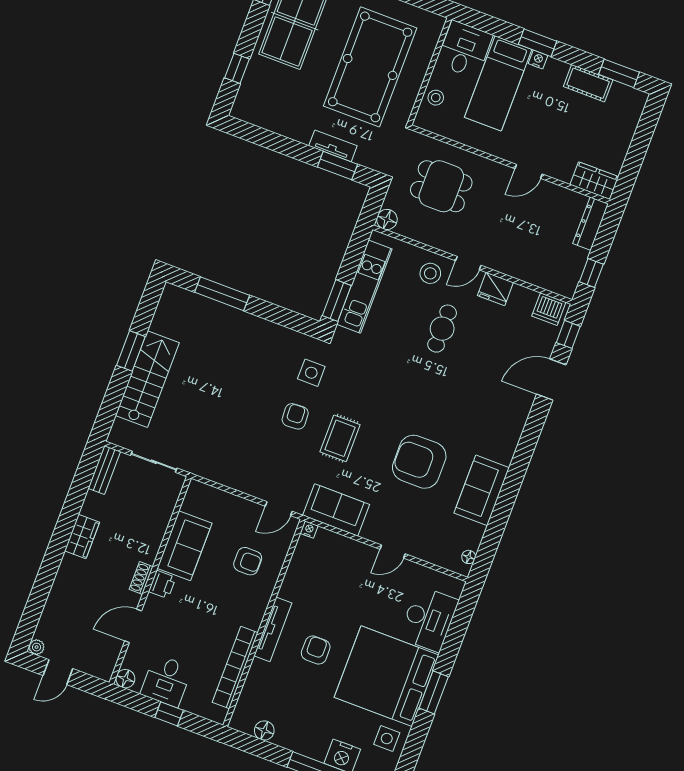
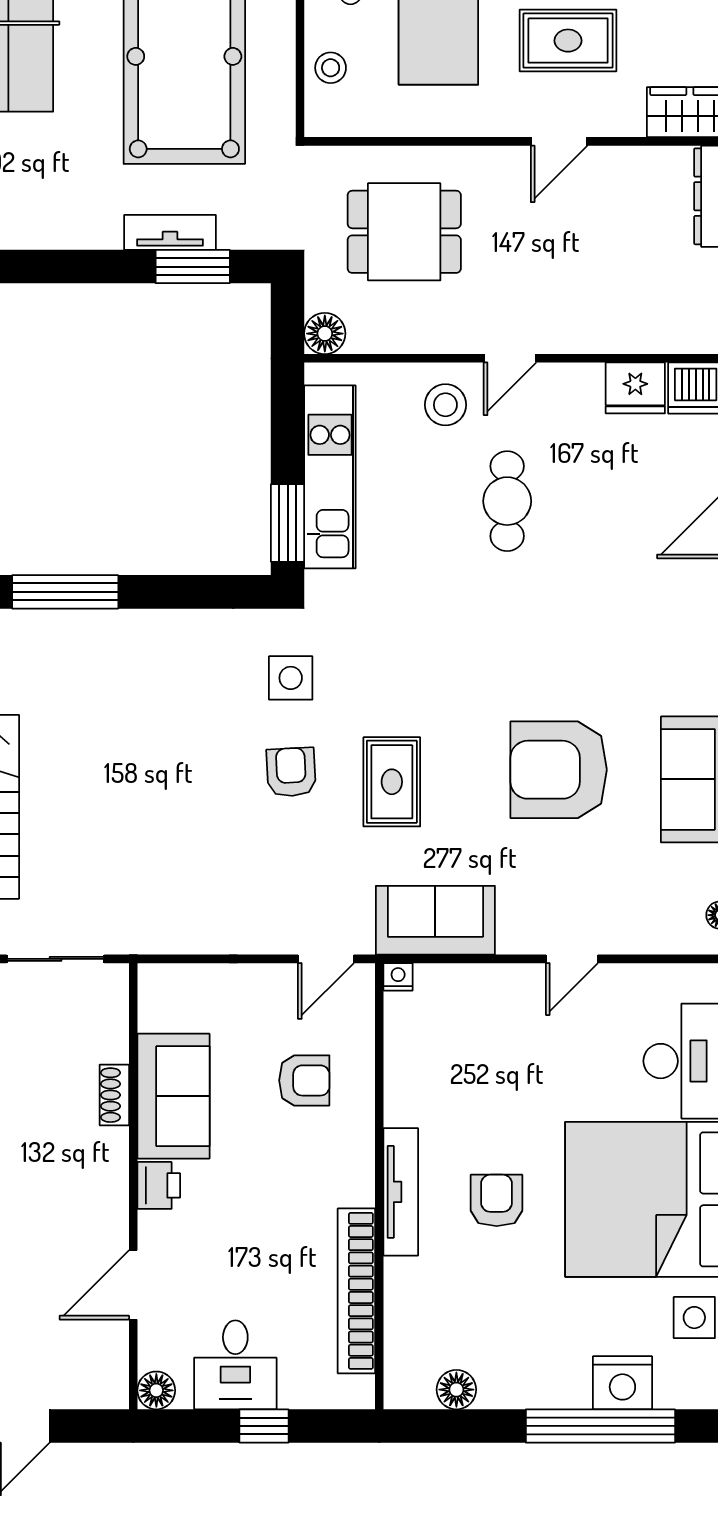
rug: (550, 126) -> (568, 41), added
fridge: (495, 289) -> (635, 388), moved
shoe rack: (141, 578) -> (114, 1095), moved

